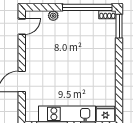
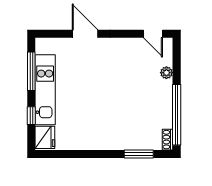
window: (119, 26) -> (139, 154), moved

